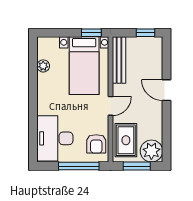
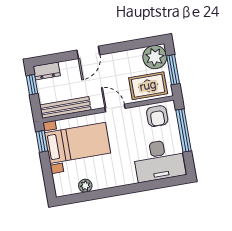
dresser: (156, 48) -> (47, 71), added
armchair: (96, 144) -> (157, 116), turned 90

